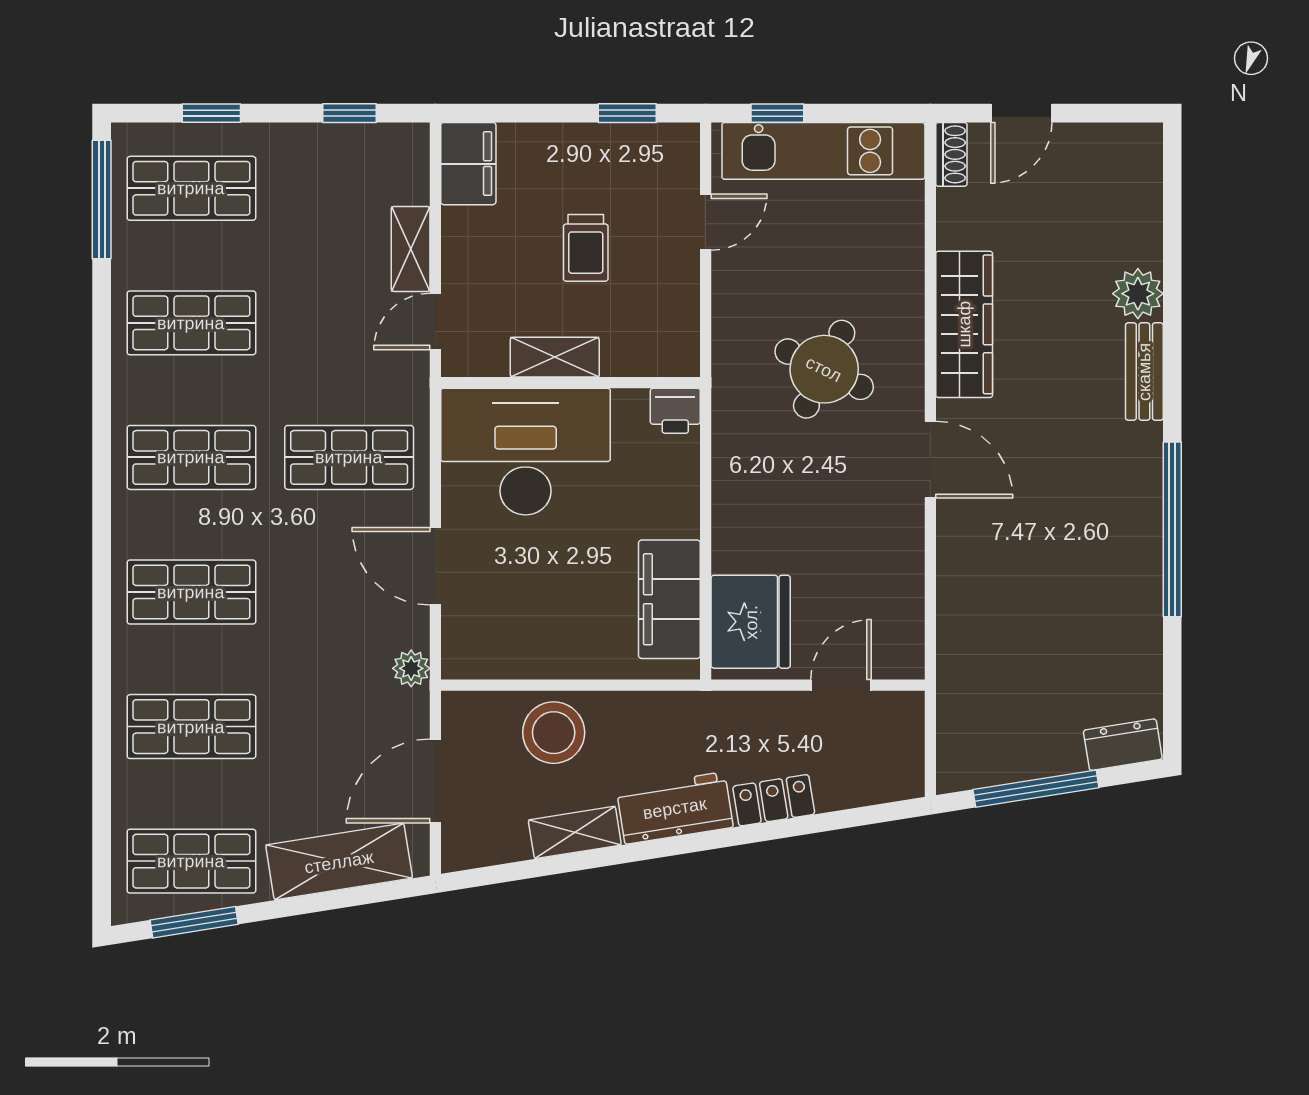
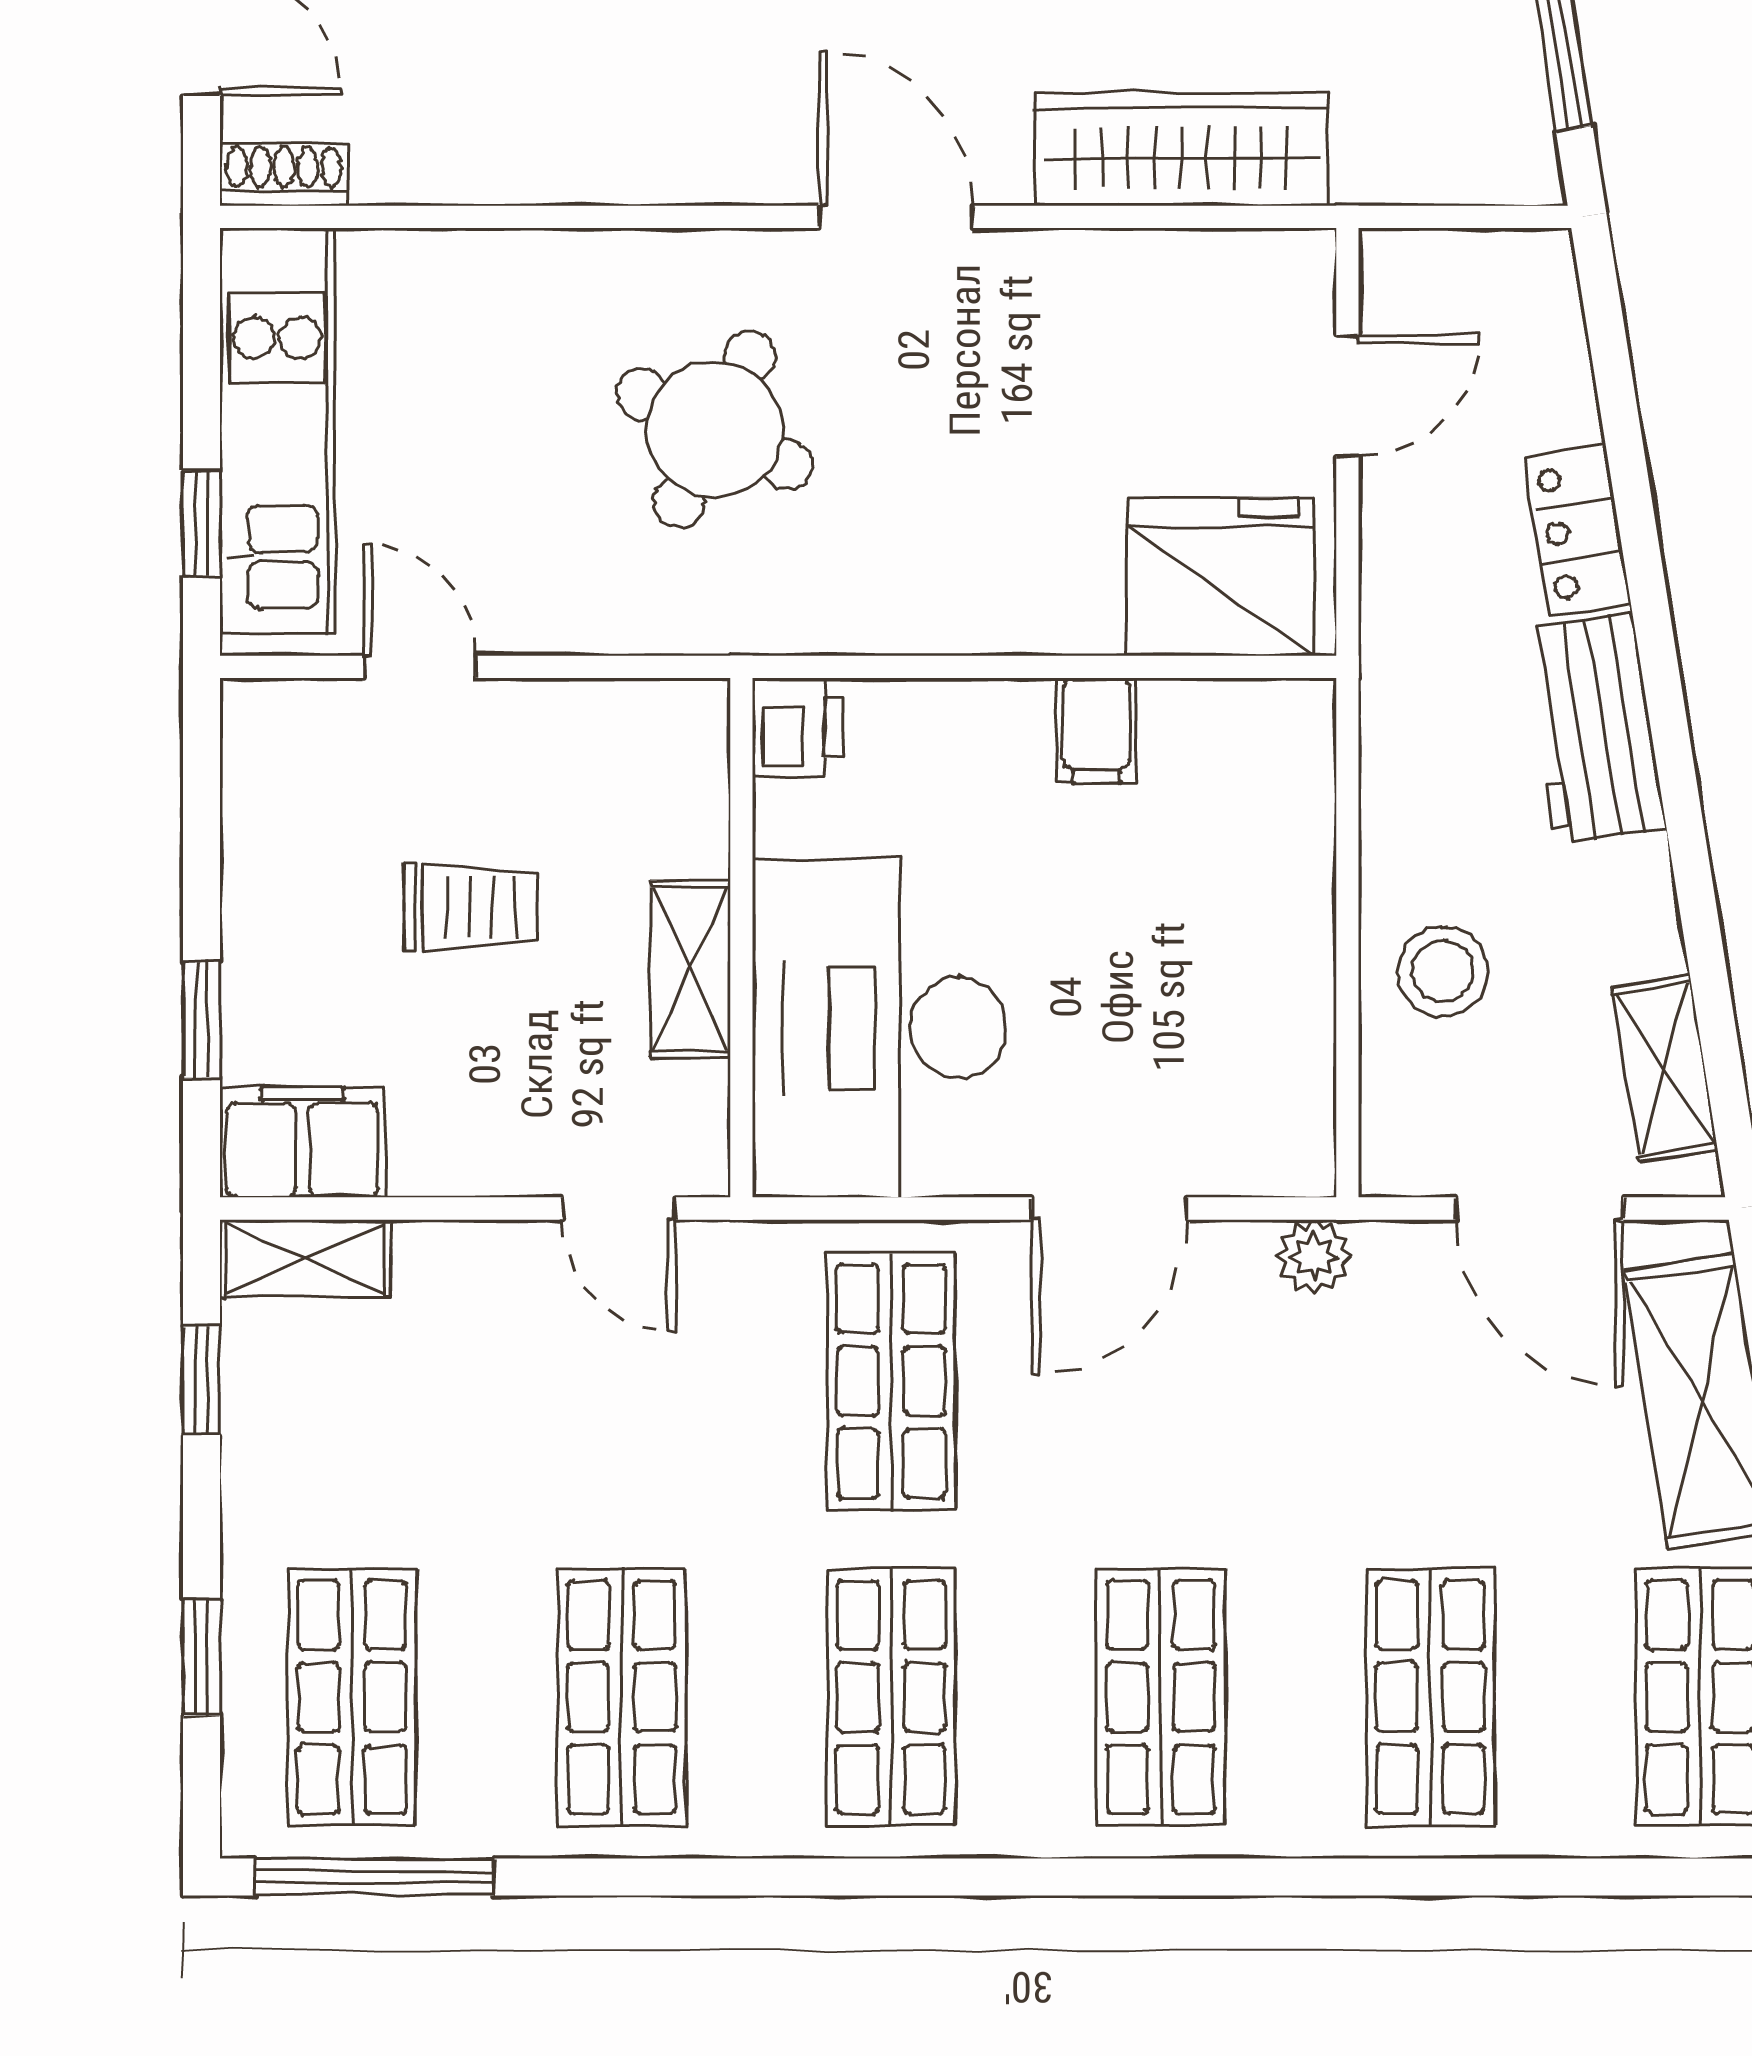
window: (627, 113) -> (201, 1019), moved
shelving: (411, 249) -> (305, 1258), moved
wardrobe: (964, 324) -> (1181, 149), moved
door: (930, 460) -> (896, 217), hinge flipped
filing cabinet: (669, 599) -> (1096, 731), width x0.33, depth x0.86
door: (841, 685) -> (1347, 396), swing flipped
stool: (554, 733) -> (1442, 971), width x0.73, depth x0.73
shelving: (575, 832) -> (1665, 1068), moved

